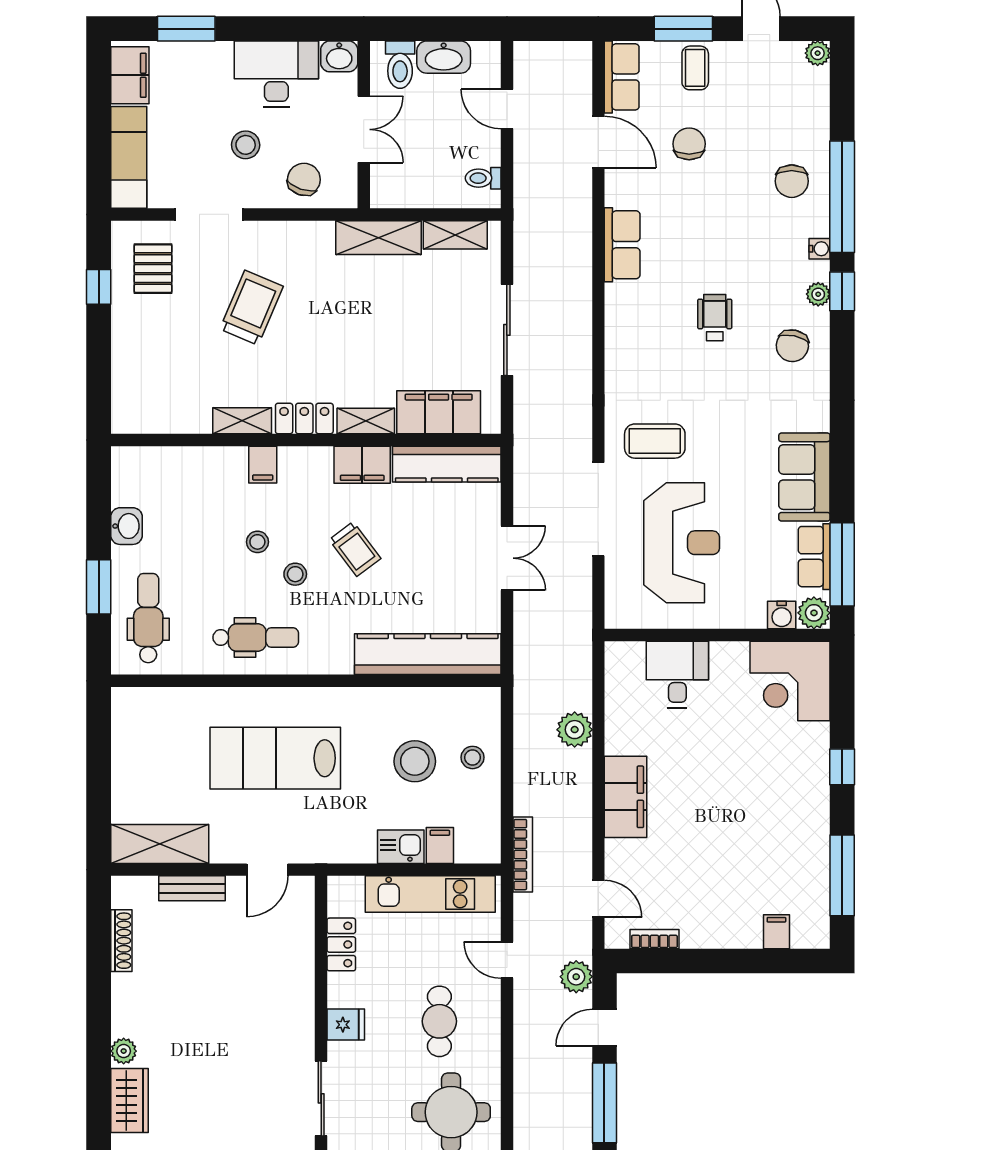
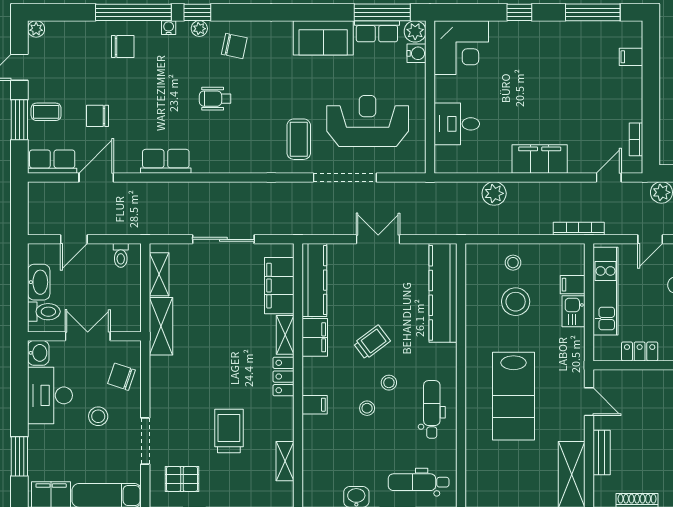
trolley: (251, 308) -> (229, 431), moved, turned 67
shelving: (242, 421) -> (285, 461), moved

